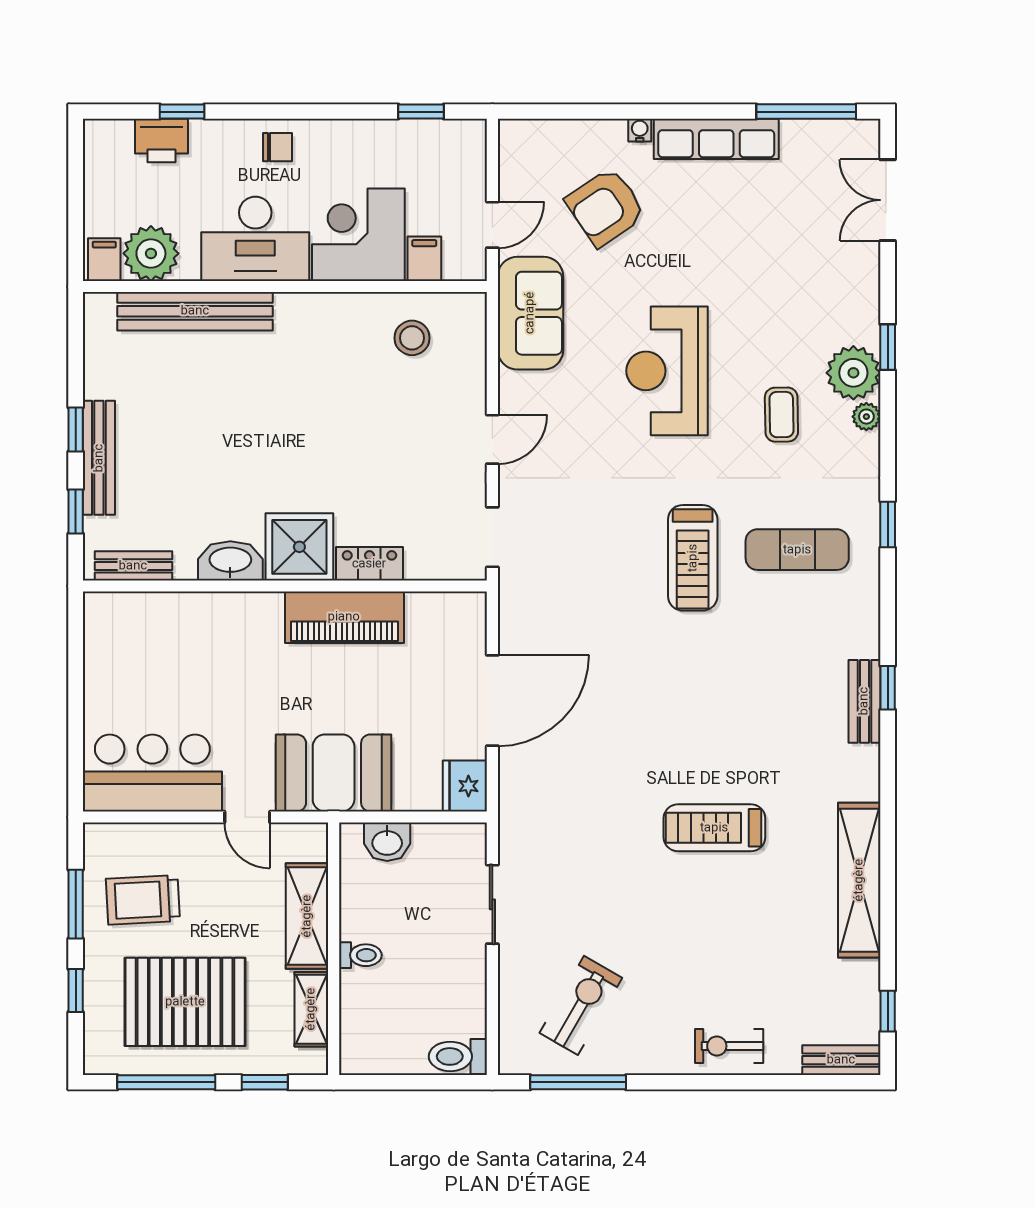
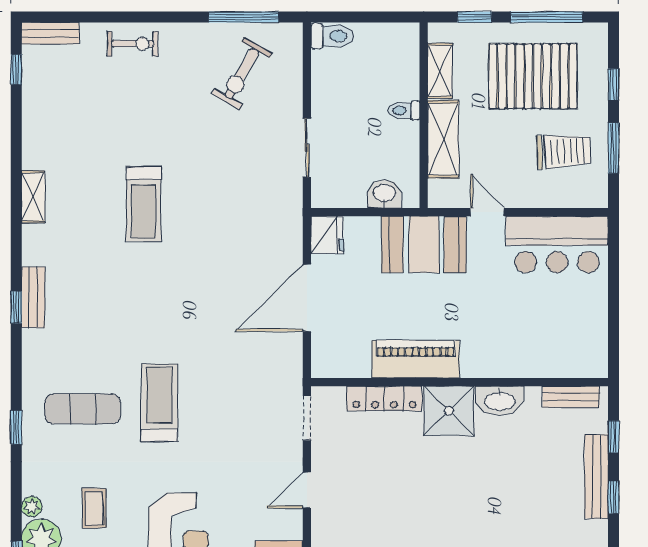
locker: (369, 564) -> (384, 398), width x1.53
treadmill: (714, 828) -> (144, 204), turned 90
shelving: (859, 880) -> (33, 197), width x0.45, depth x0.75

